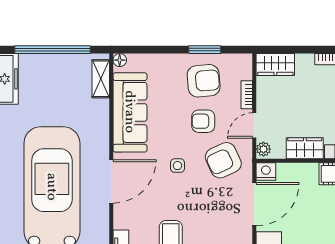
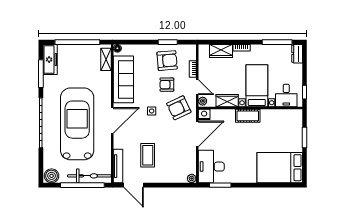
wardrobe: (275, 64) -> (221, 51), moved
door: (254, 125) -> (197, 87), swing flipped

